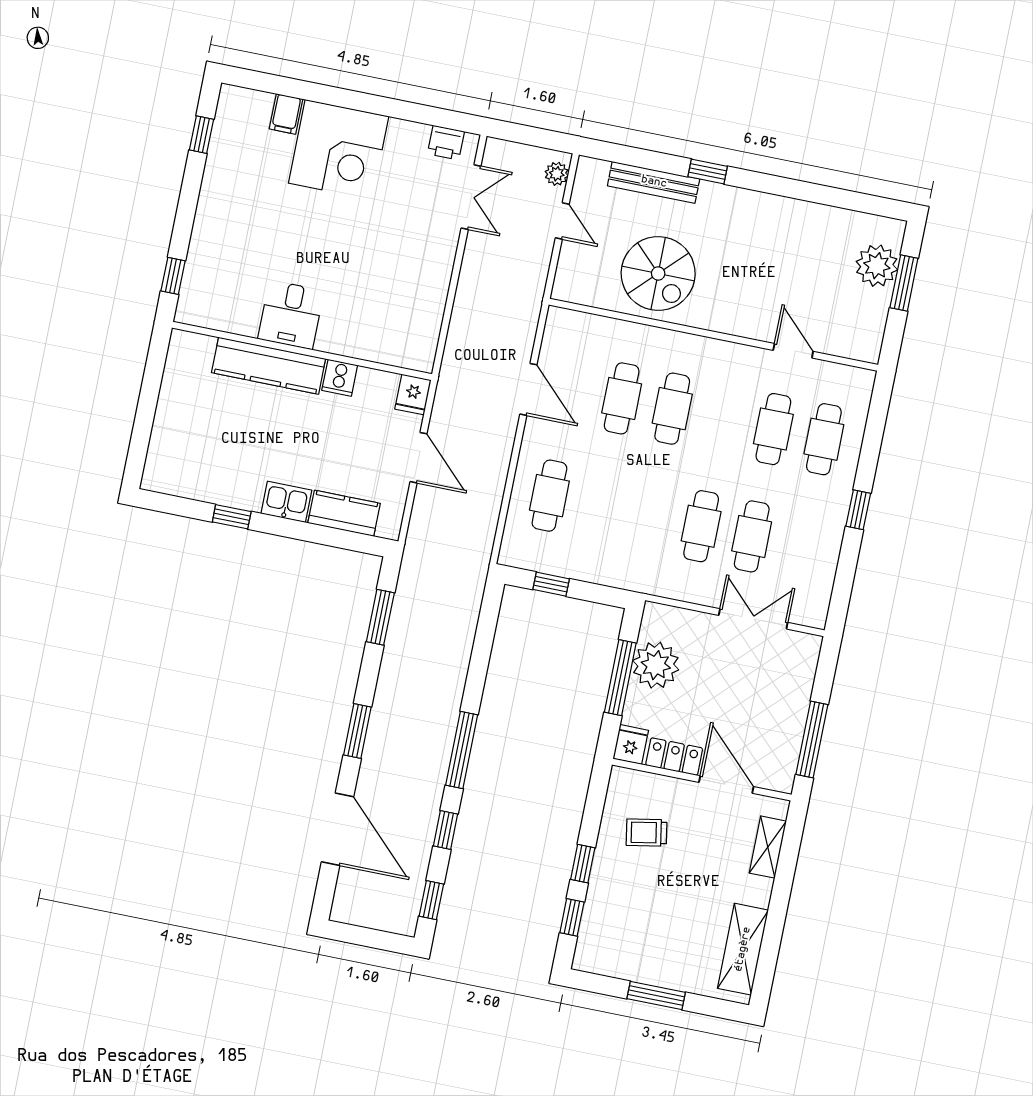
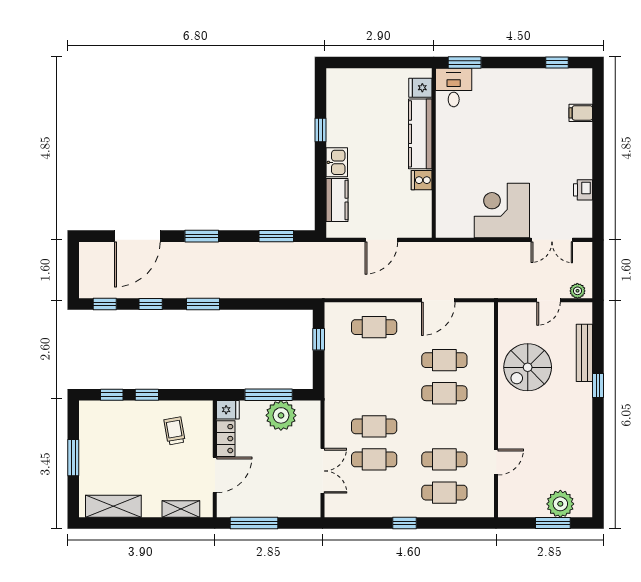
printer: (446, 143) -> (583, 190), moved
corner desk: (339, 150) -> (502, 211), moved, turned 90
window: (173, 276) -> (465, 62), width x1.50
desk: (291, 315) -> (454, 87), moved, turned 90
fridge: (413, 394) -> (420, 88), moved
window: (462, 750) -> (203, 304), width x0.69

